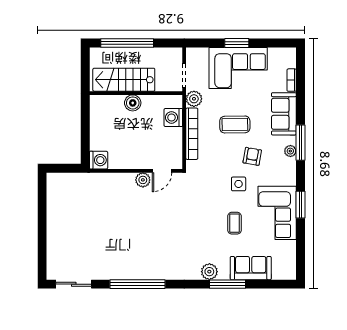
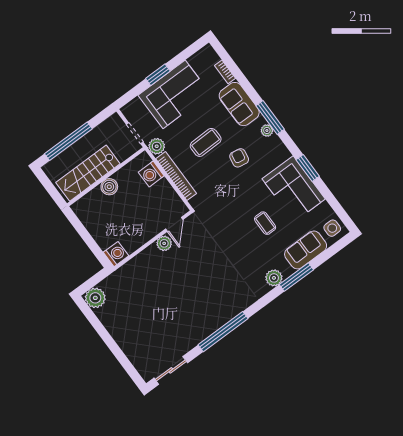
plant: (56, 183) -> (95, 298), added
side table: (239, 184) -> (332, 228), moved

